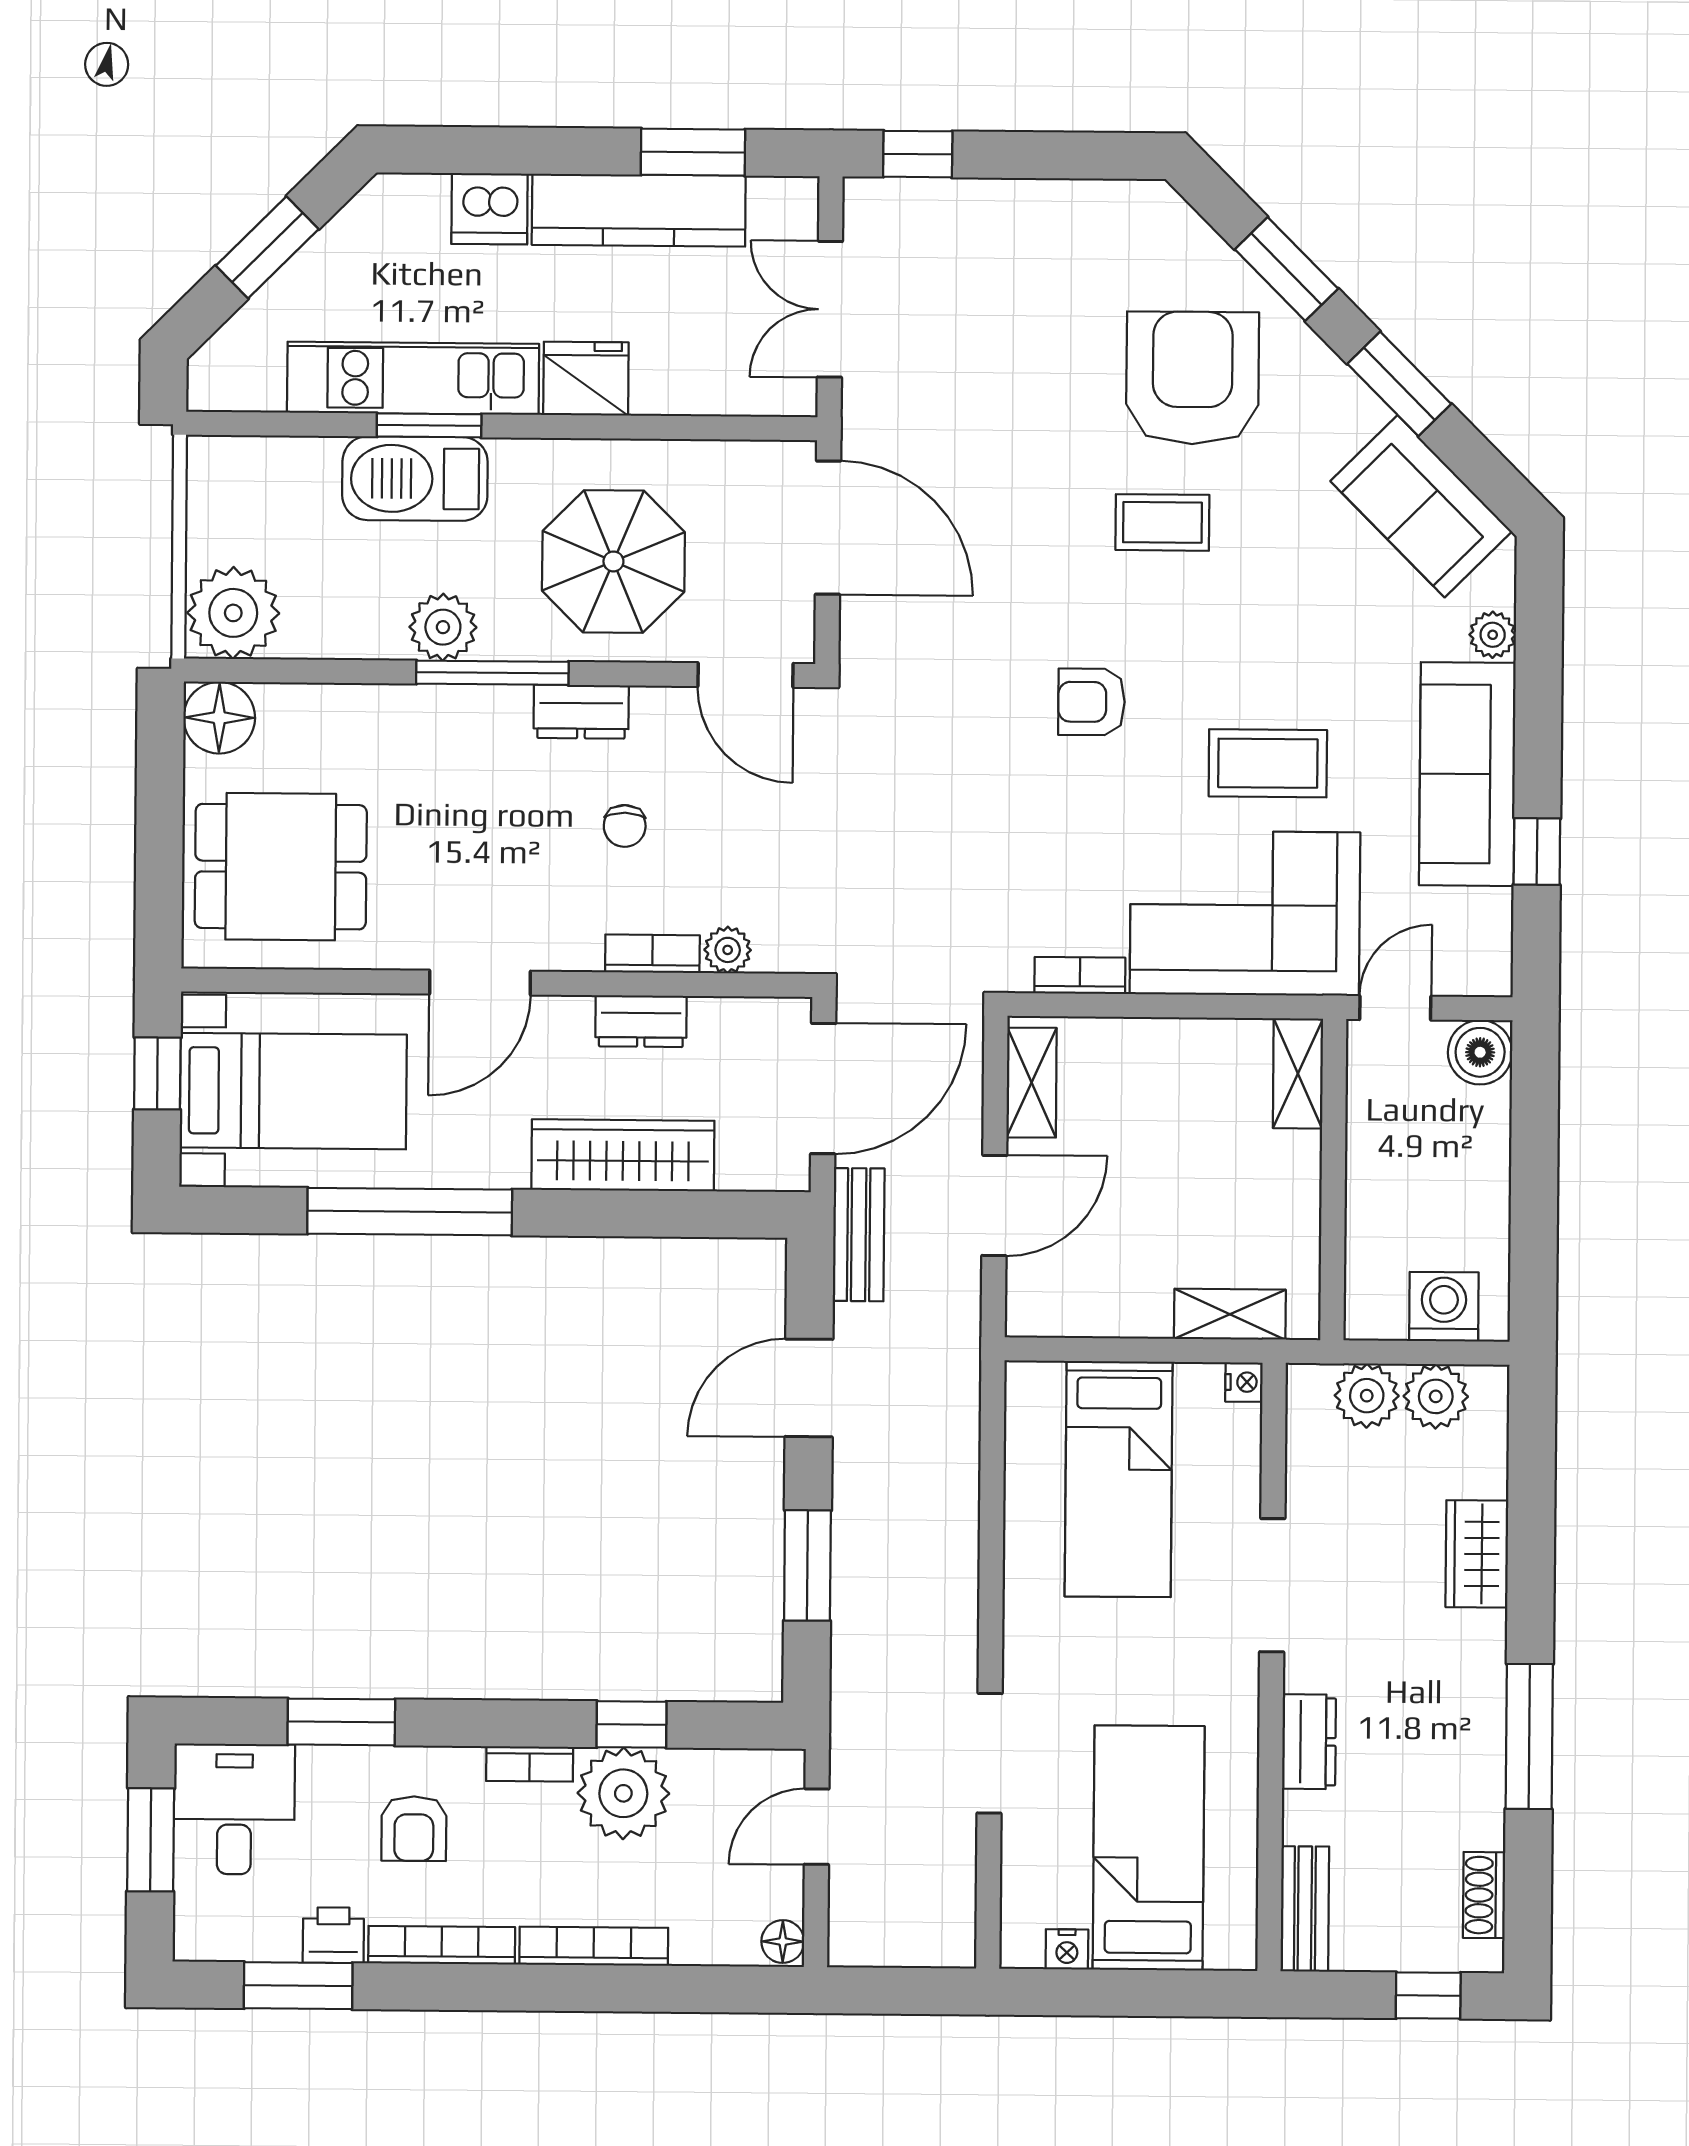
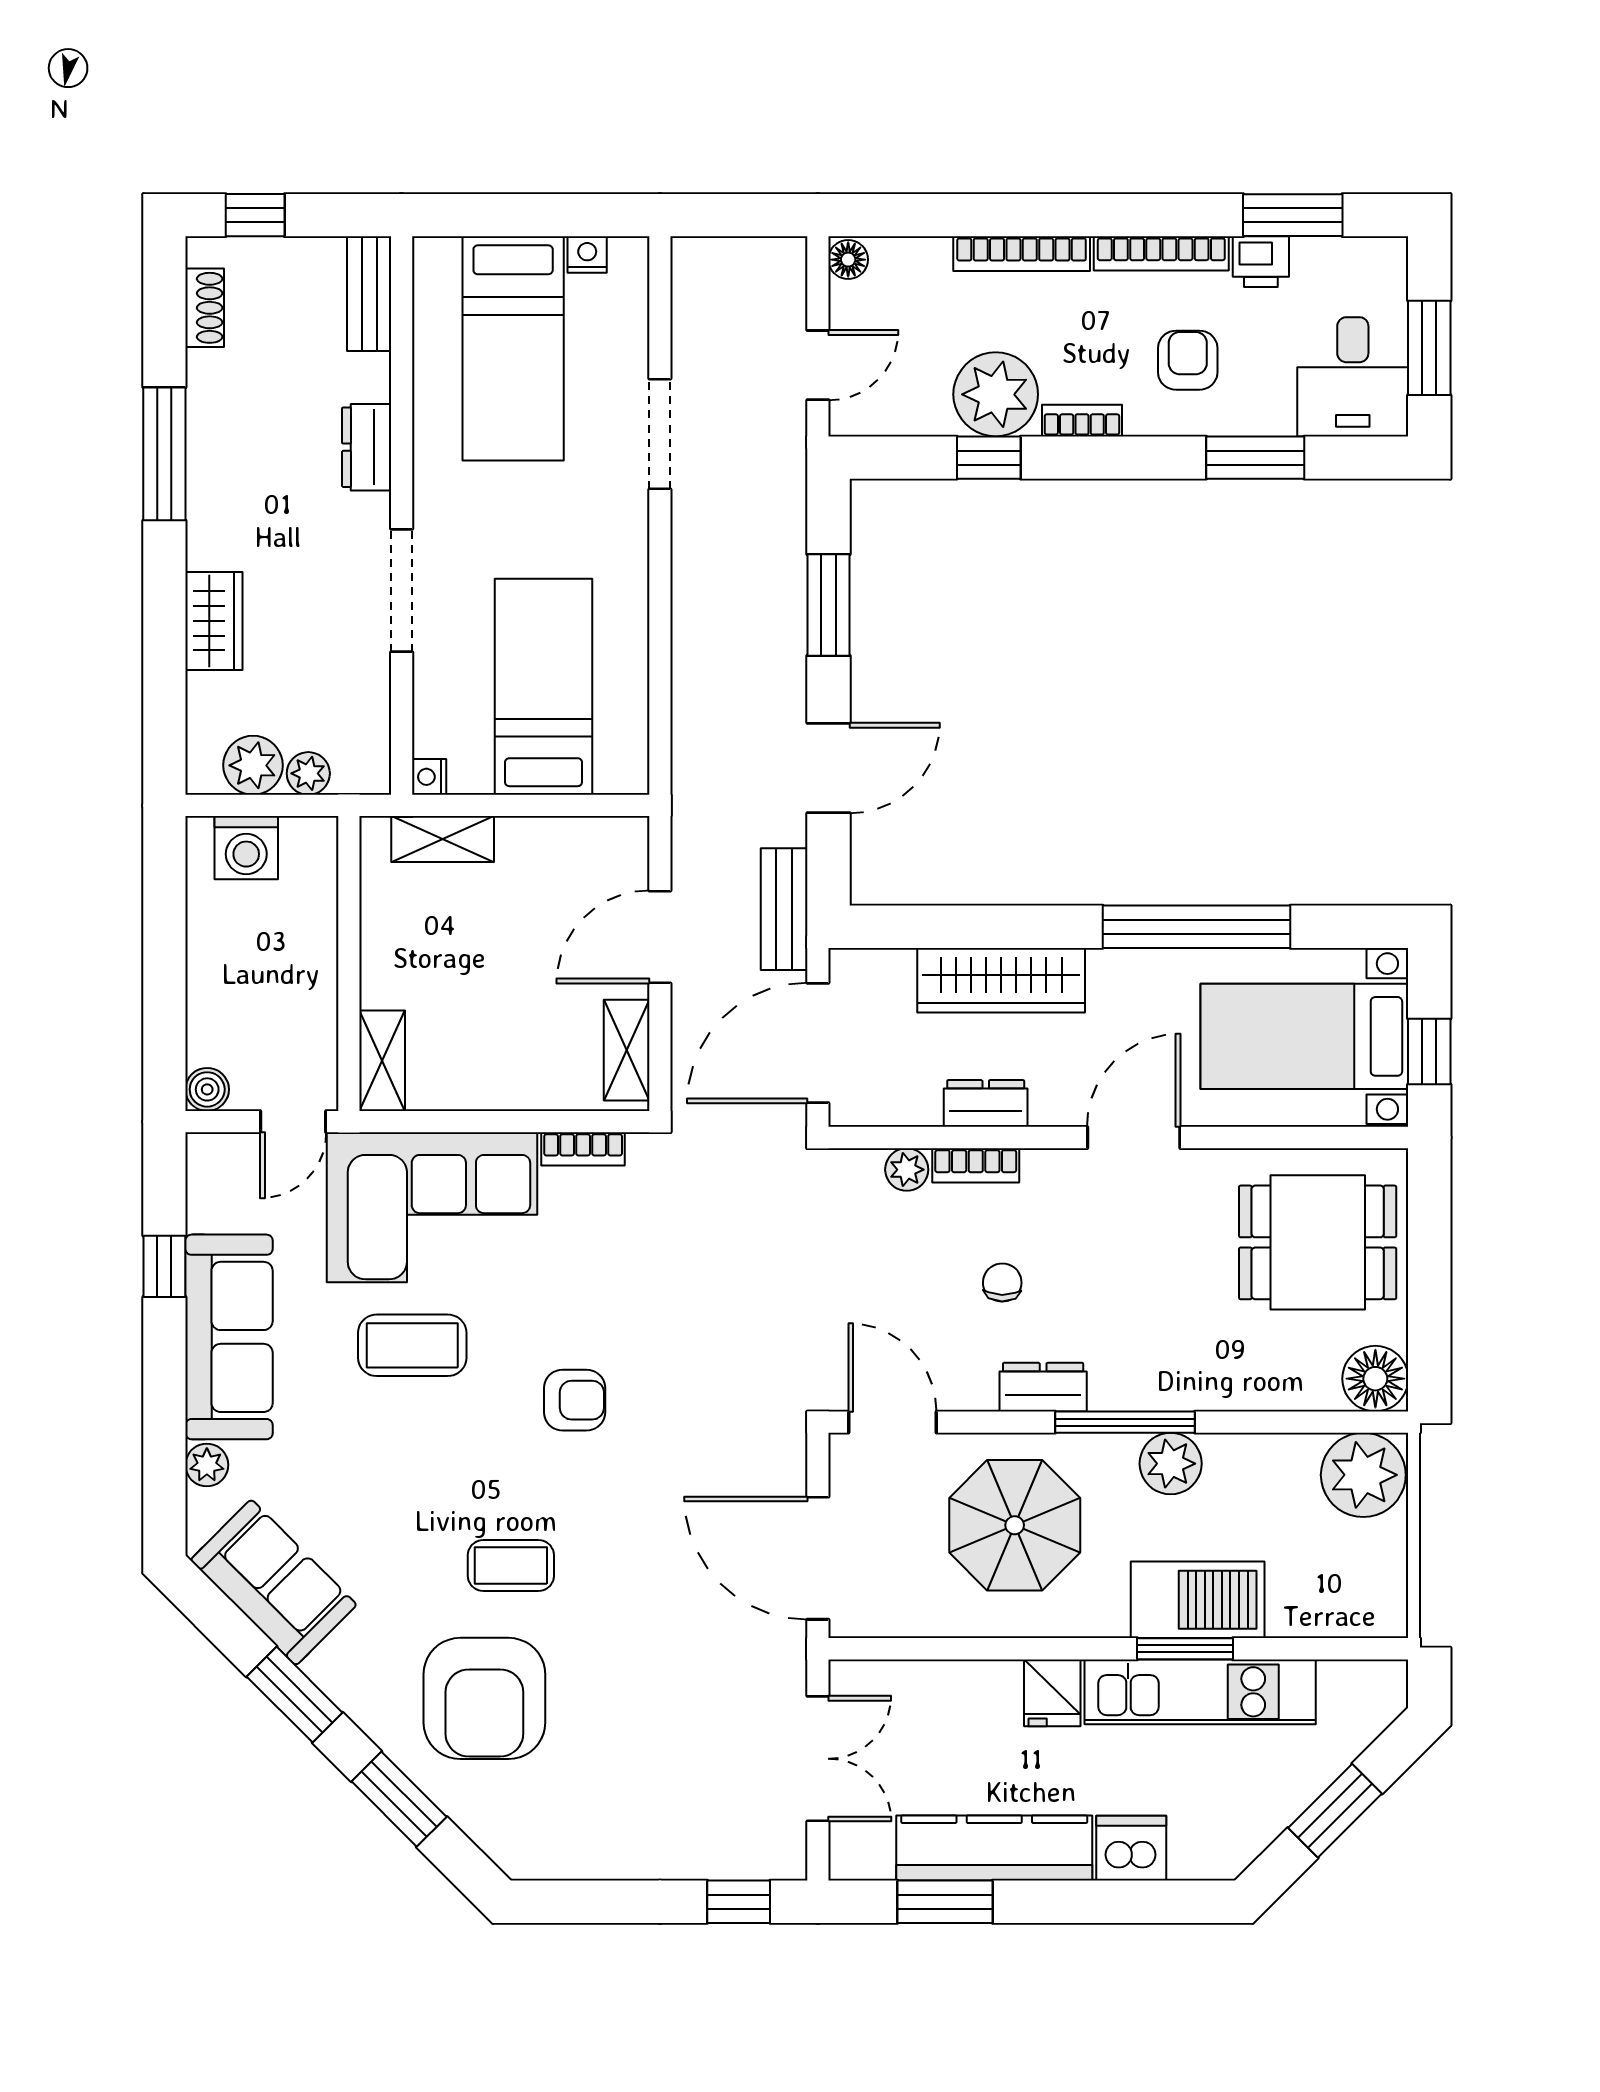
fridge: (586, 379) -> (1052, 1693), width x0.72
boiler: (1480, 1052) -> (207, 1089), width x0.73, depth x0.73
plant: (1367, 1396) -> (308, 773), width x0.73, depth x0.73

